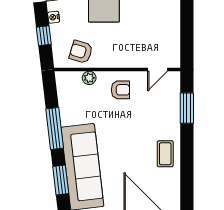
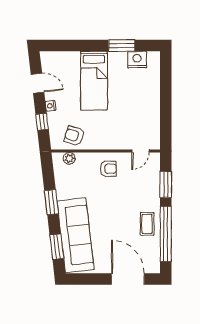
plant: (89, 78) -> (69, 158), moved
window: (55, 129) -> (51, 202), width x0.69
window: (187, 165) -> (166, 234), added

